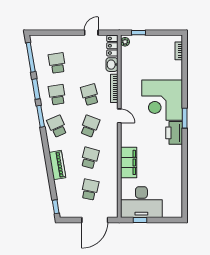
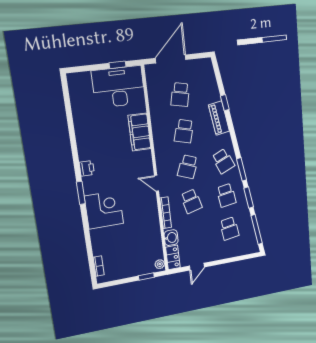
corner desk: (162, 100) -> (104, 210), width x0.74, depth x0.74
printer: (174, 133) -> (87, 168), width x0.53, depth x0.68
window: (56, 207) -> (225, 103), moved

